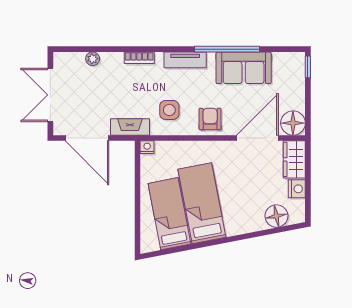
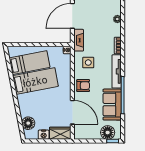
tv unit: (185, 60) -> (117, 71), width x1.41
floor lamp: (293, 123) -> (108, 133), moved

